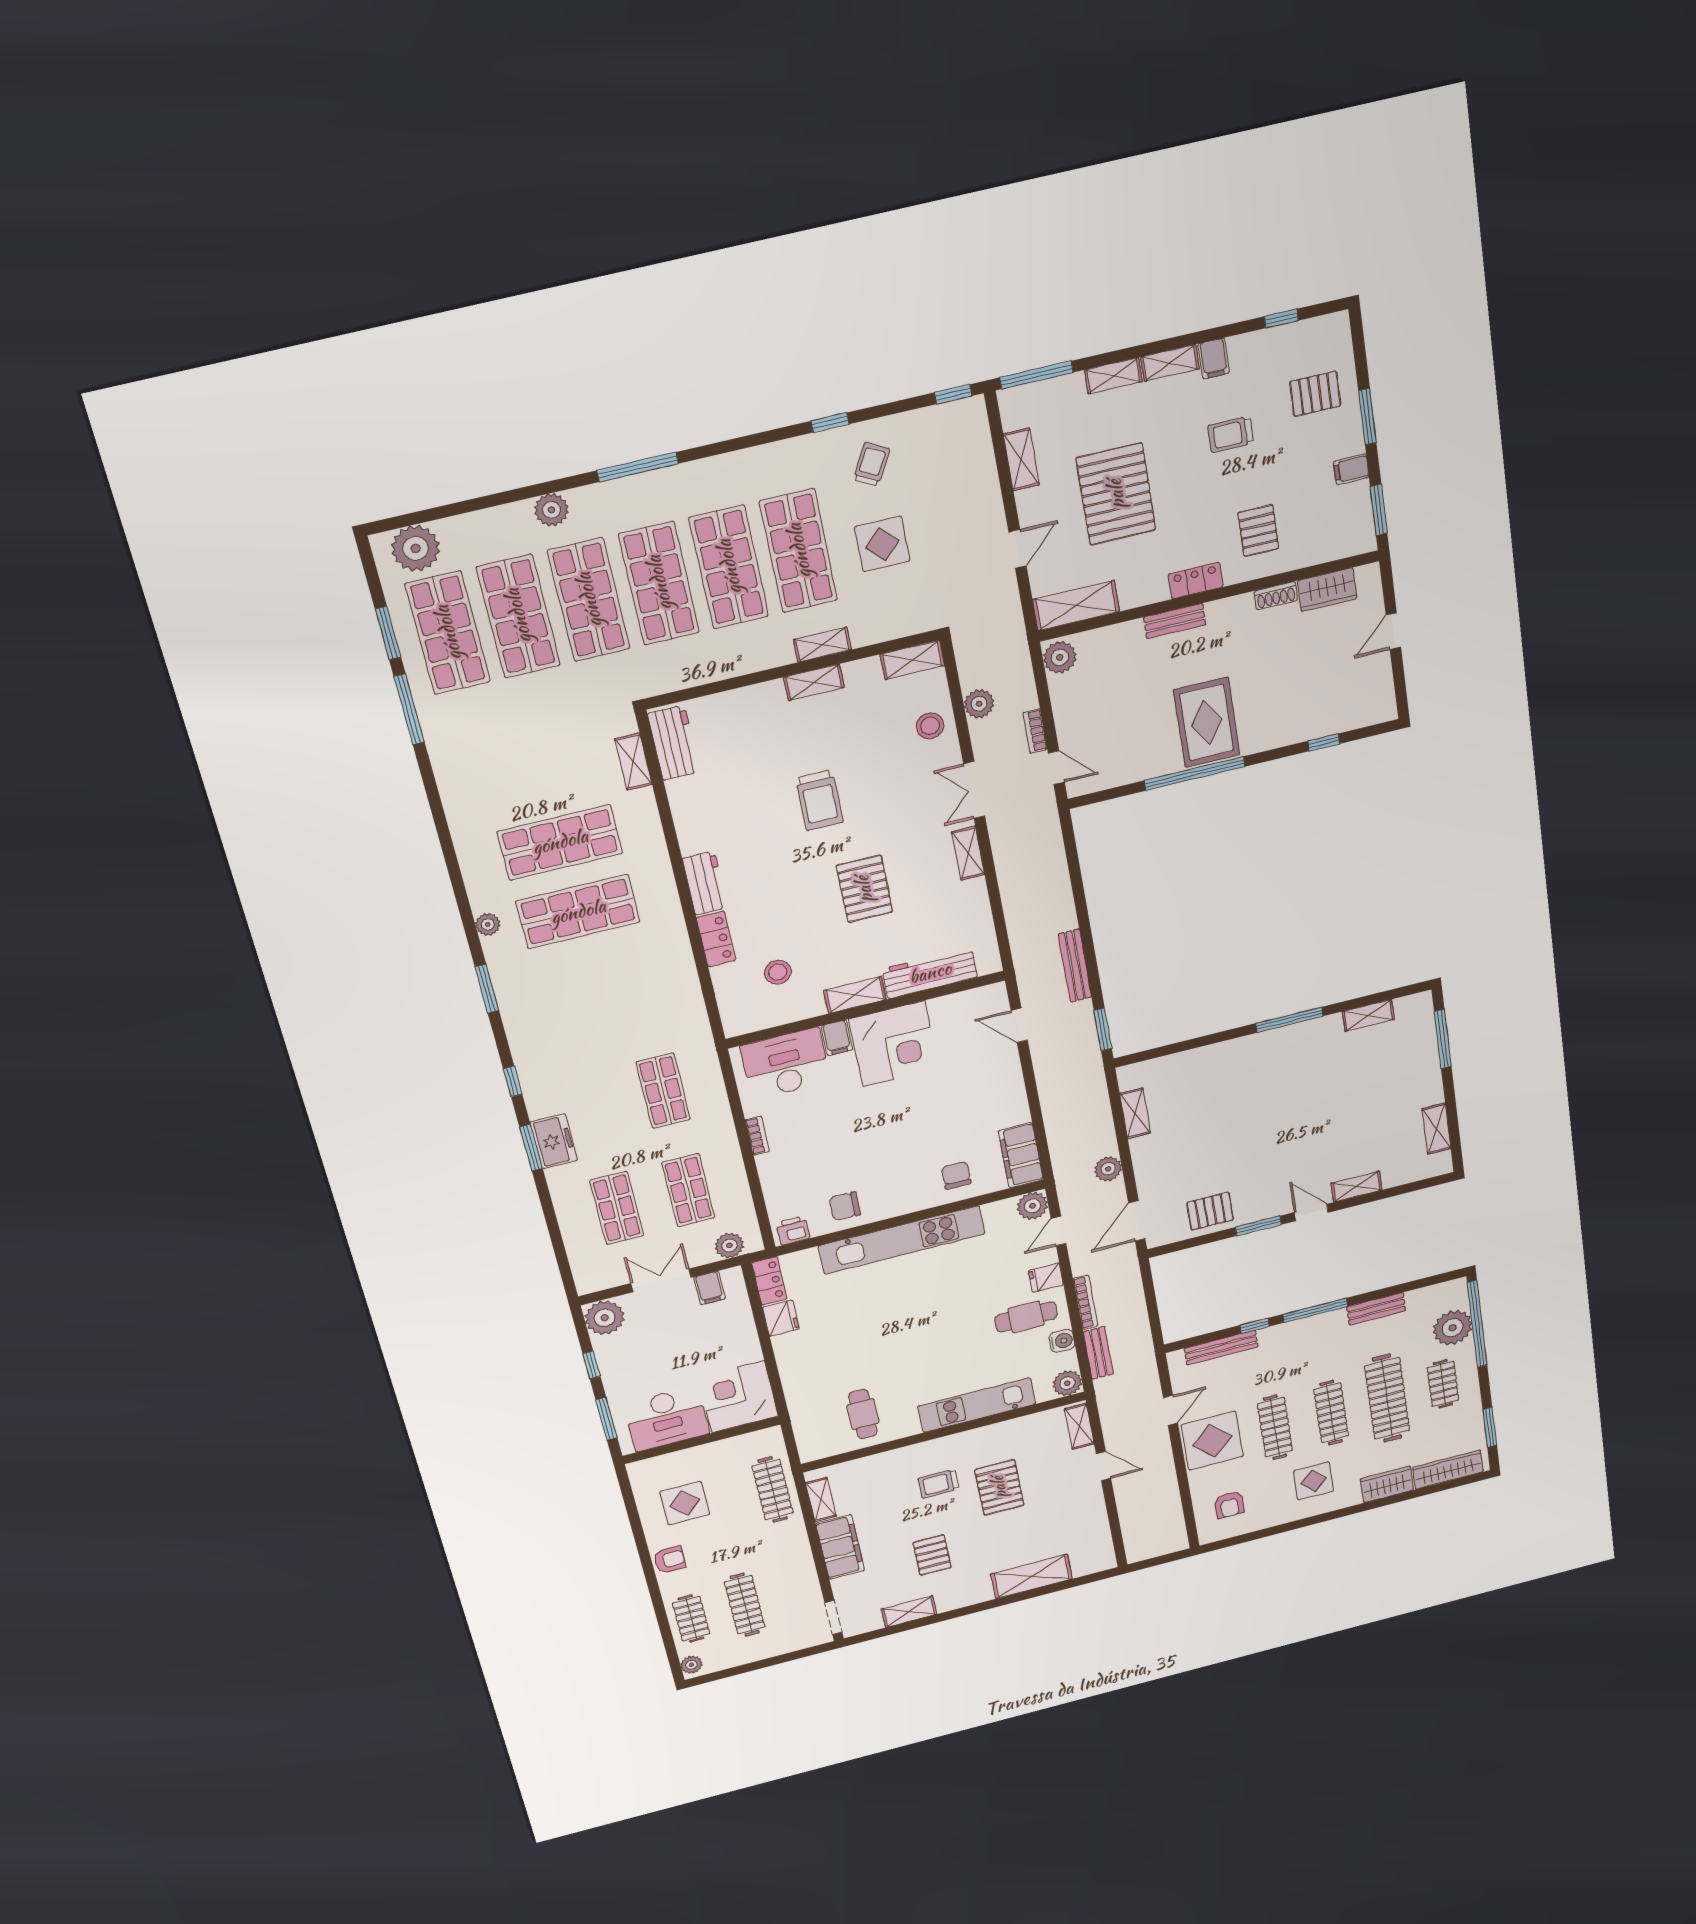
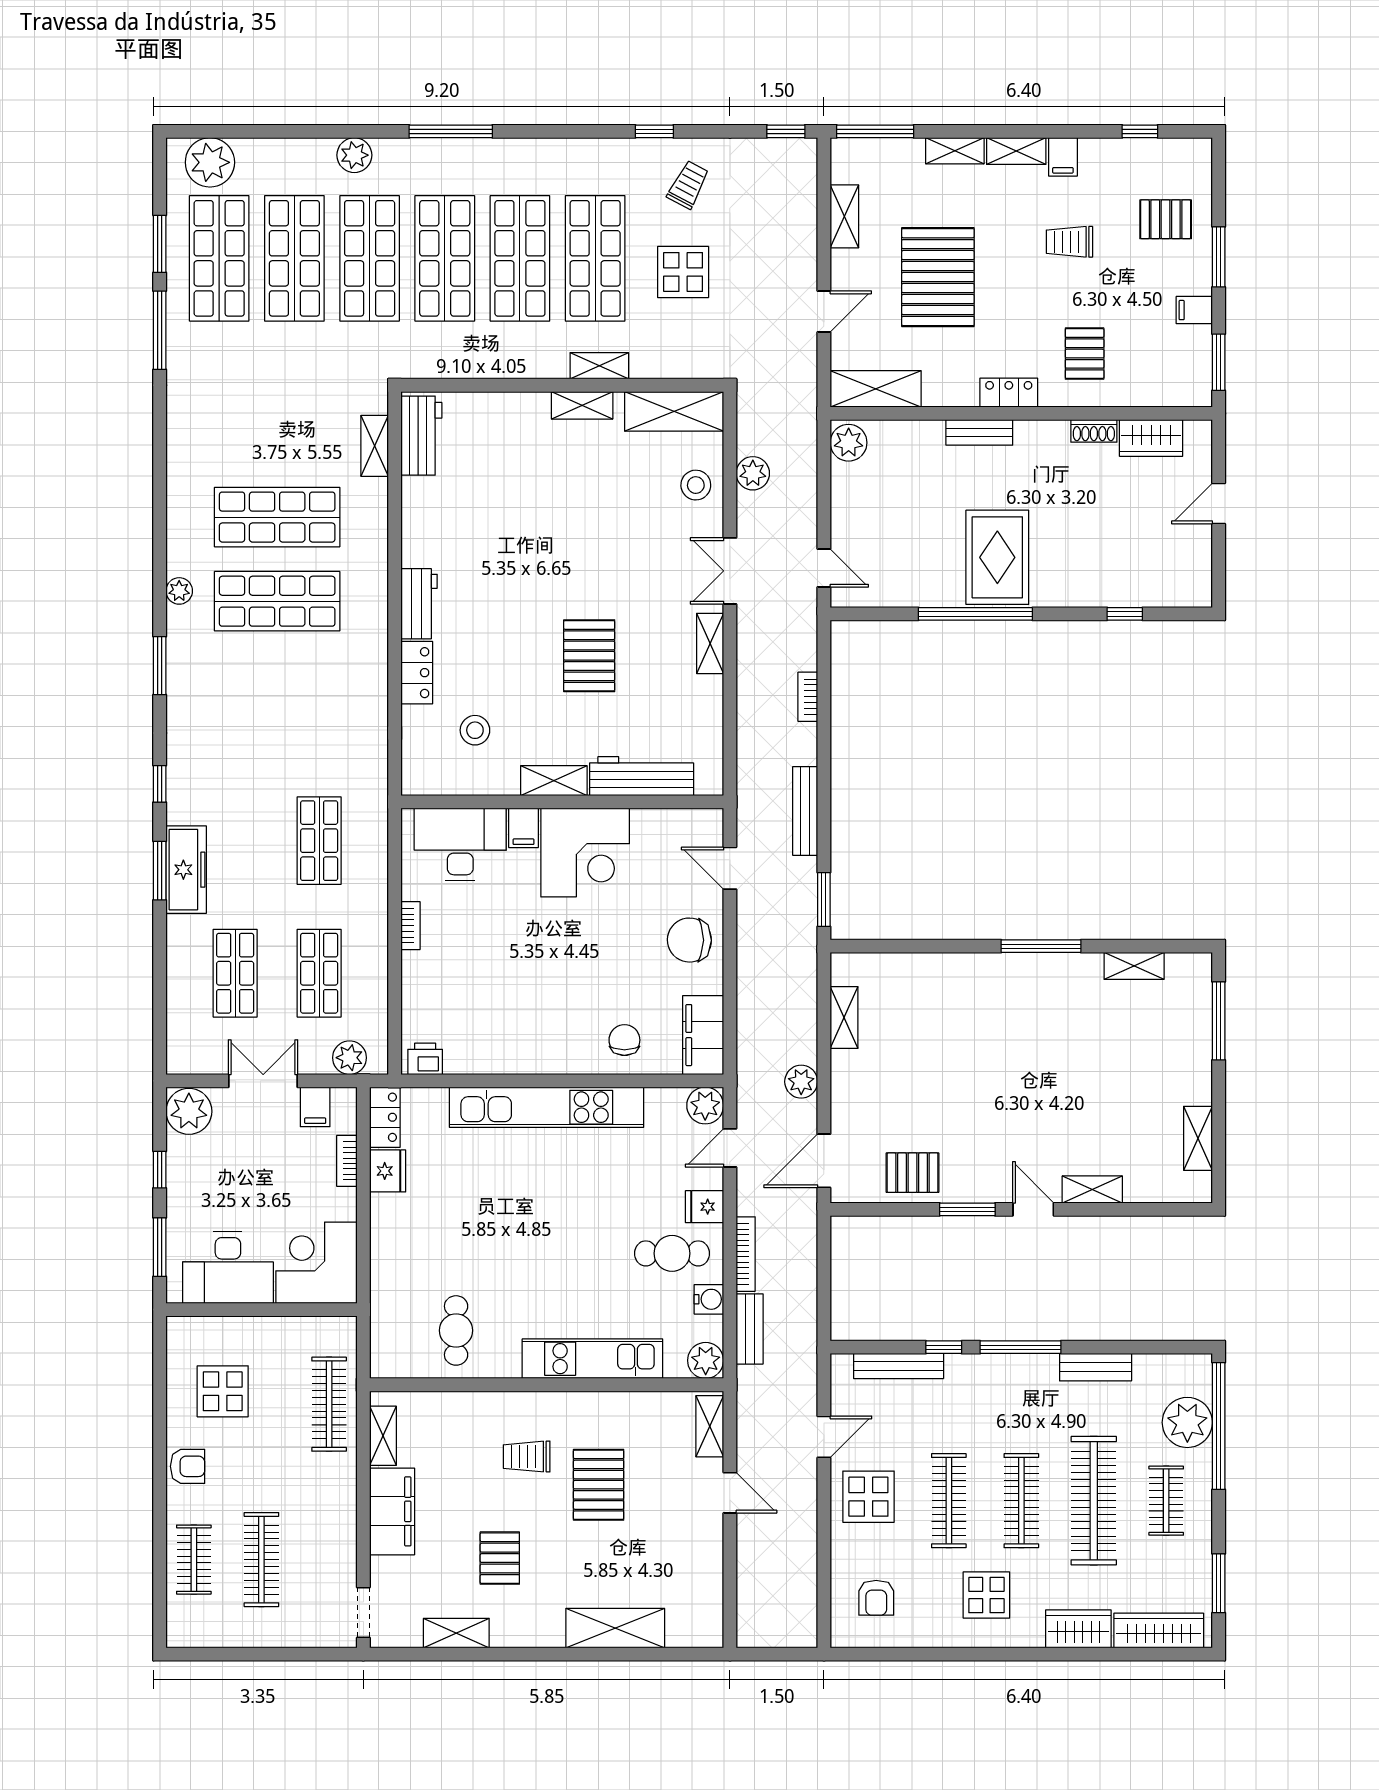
shelving: (912, 660) -> (674, 411), width x1.50, depth x1.33
bookcase: (1035, 731) -> (808, 697), moved
trolley: (819, 800) -> (561, 540), removed
freezer: (554, 1141) -> (186, 870), width x1.40
chair: (845, 1206) -> (689, 940), moved, width x1.37, depth x1.37
bookcase: (745, 1320) -> (347, 1161), added
display table: (1212, 1441) -> (868, 1497), width x0.73, depth x0.73
plant: (691, 1665) -> (179, 1628), removed

